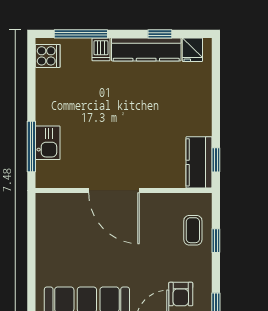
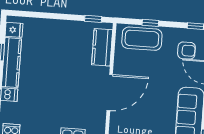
kitchen counter: (199, 162) -> (102, 47), moved, turned 90
coffee table: (193, 230) -> (142, 39), width x1.86, depth x1.72

